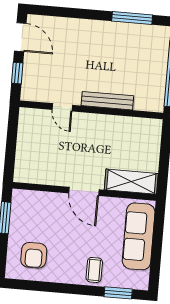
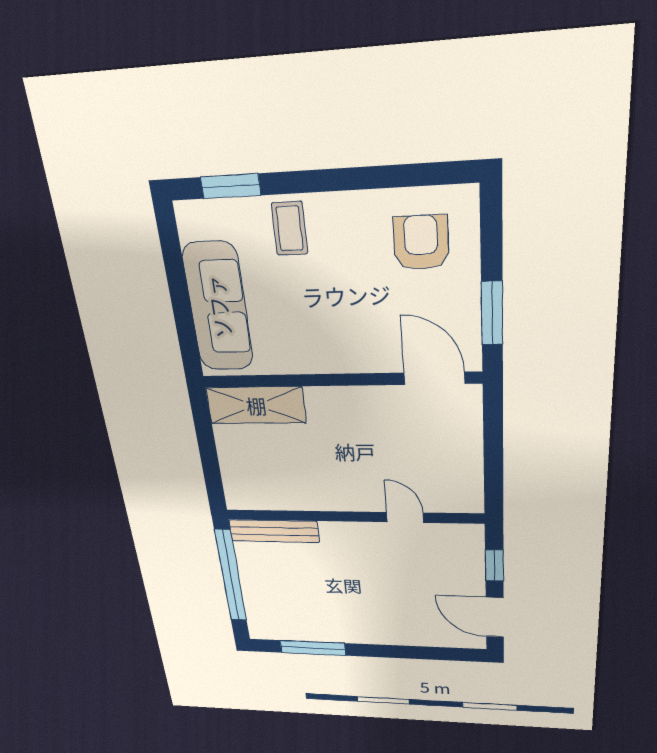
bench: (107, 101) -> (274, 531), moved
door: (84, 191) -> (434, 378), moved

